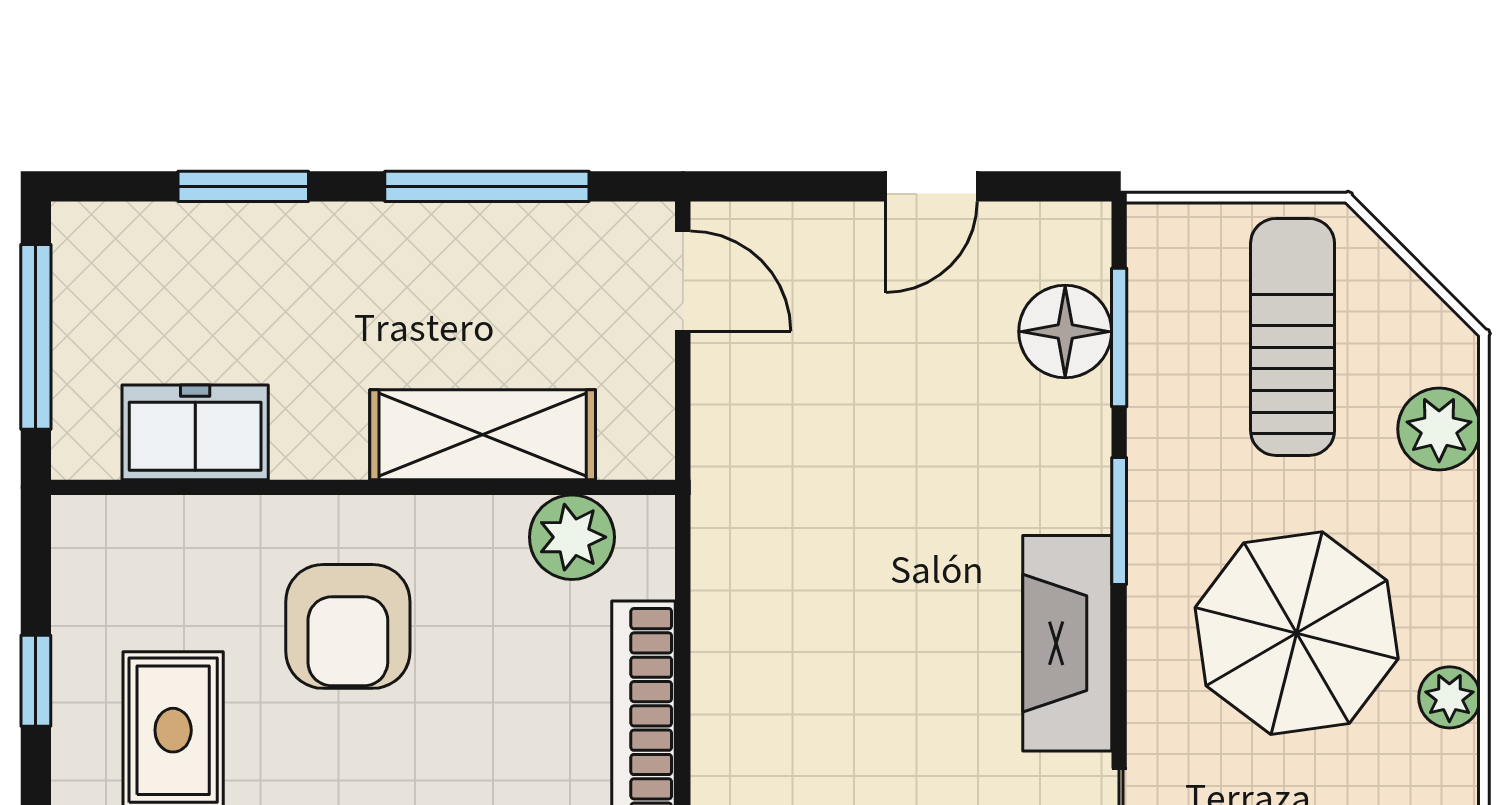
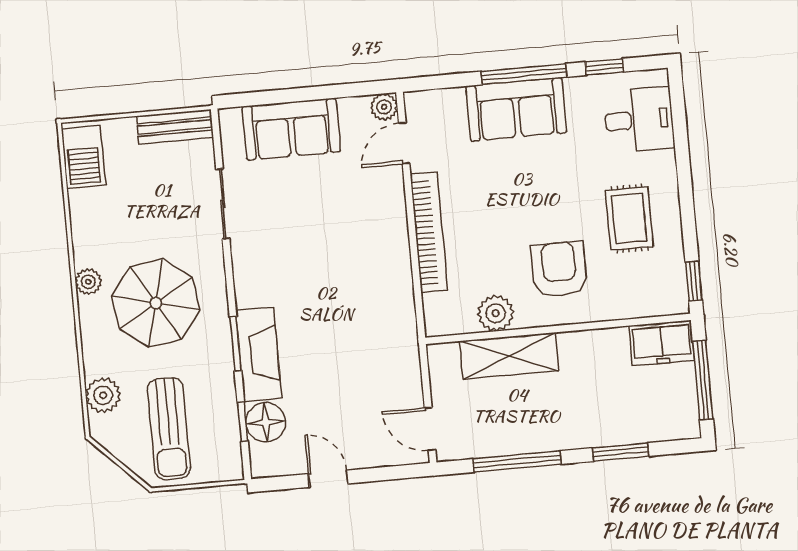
door: (931, 186) -> (328, 479), hinge flipped
window: (1119, 338) -> (243, 422), width x0.67
freezer: (195, 432) -> (662, 343), moved
plant: (572, 537) -> (496, 313), moved
fireplace: (1067, 643) -> (259, 354), moved
window: (36, 681) -> (694, 281), moved

